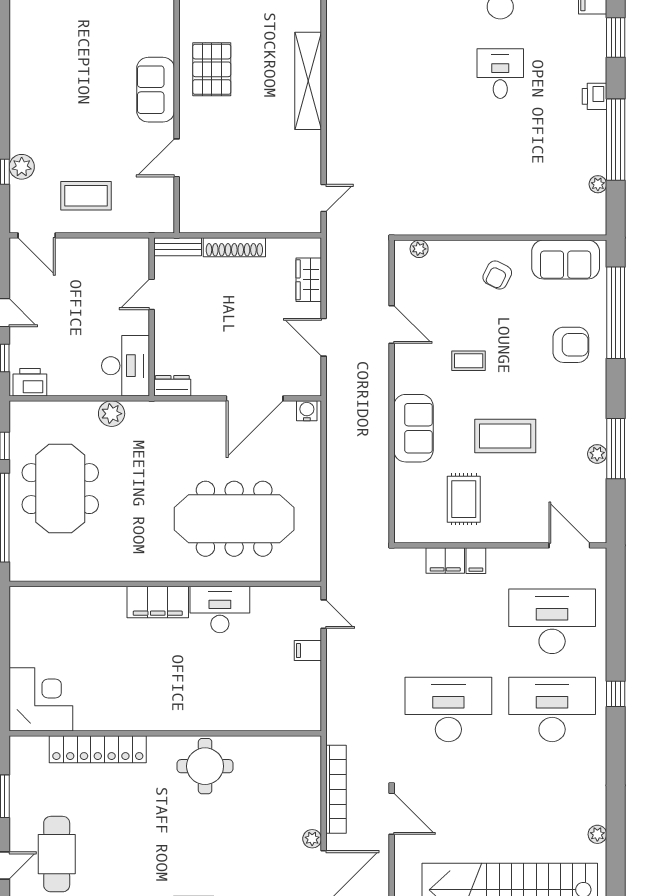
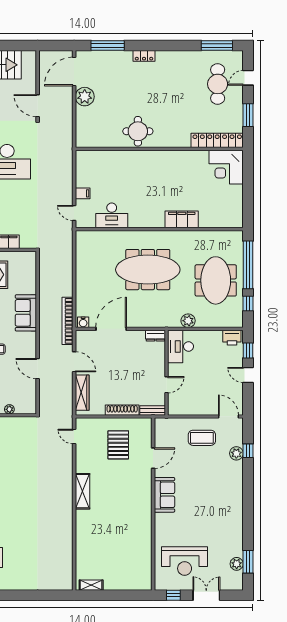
pallet: (212, 69) -> (118, 445), moved
shelving: (308, 81) -> (82, 491), width x0.68
door: (324, 198) -> (74, 437), hinge flipped
plant: (419, 249) -> (9, 409), moved
wardrobe: (309, 280) -> (82, 393), width x1.50
meeting table: (234, 519) -> (148, 270), moved
filing cabinet: (158, 602) -> (182, 219), moved
desk: (220, 609) -> (112, 215), moved
locker: (98, 749) -> (217, 140), moved
bookcase: (336, 789) -> (67, 321), moved
plant: (312, 839) -> (85, 97), width x1.88, depth x1.88

